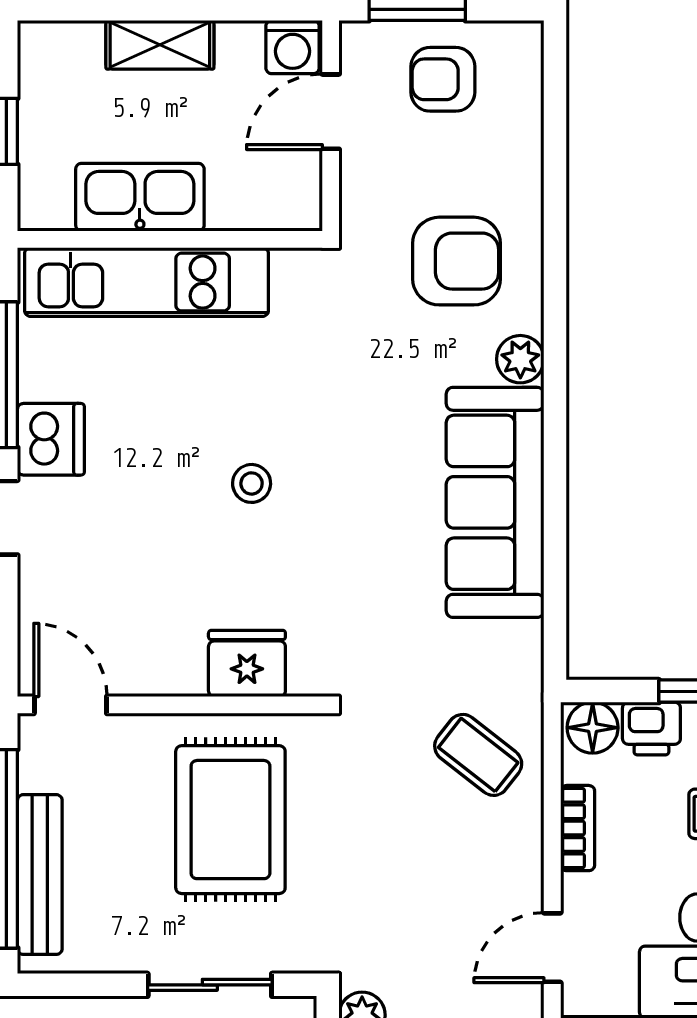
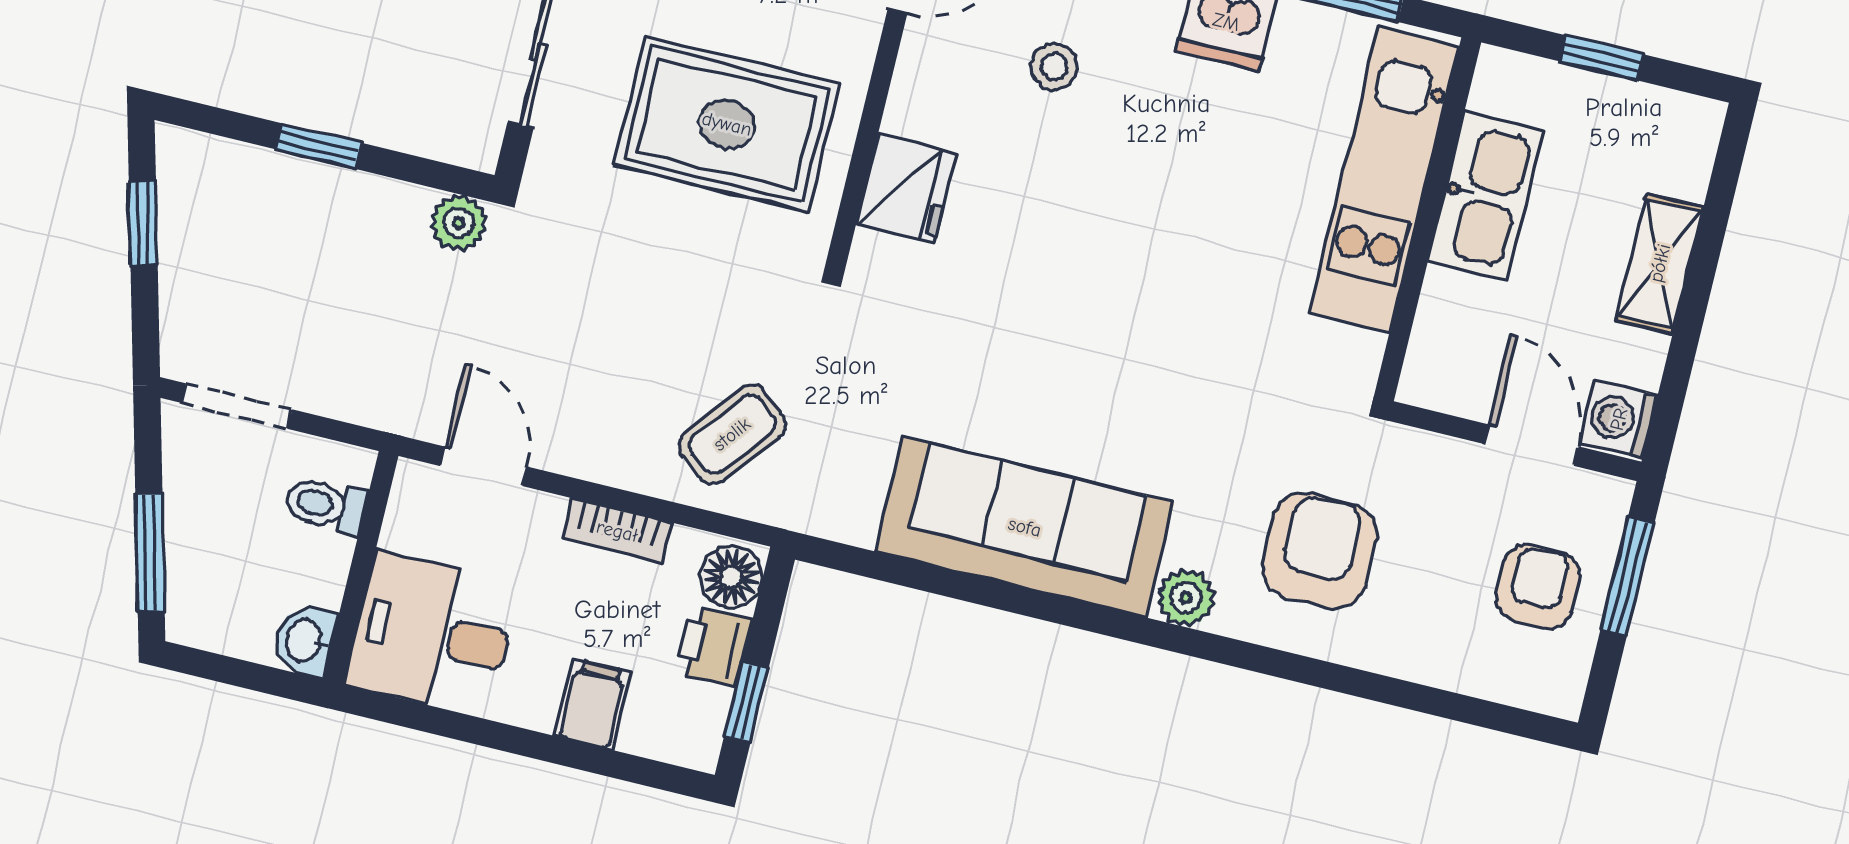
armchair: (457, 261) -> (1320, 551), turned 180
stool: (252, 483) -> (1054, 67), moved

